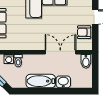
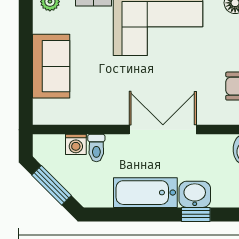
double door: (60, 52) -> (163, 130), moved
window: (64, 91) -> (196, 214), added

